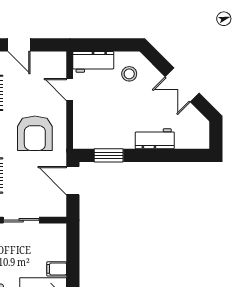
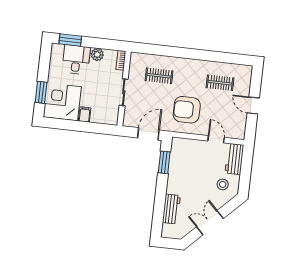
door: (19, 45) -> (253, 106), hinge flipped
door: (70, 89) -> (216, 139), hinge flipped
workbench: (155, 139) -> (171, 209), moved

